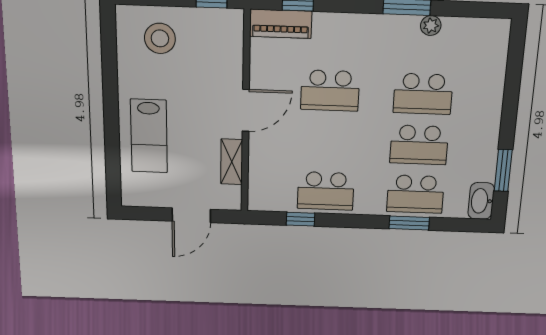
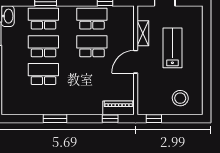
plant: (431, 26) -> (42, 110), removed
school desk: (330, 91) -> (92, 46), moved
lab bench: (149, 136) -> (172, 48), moved

